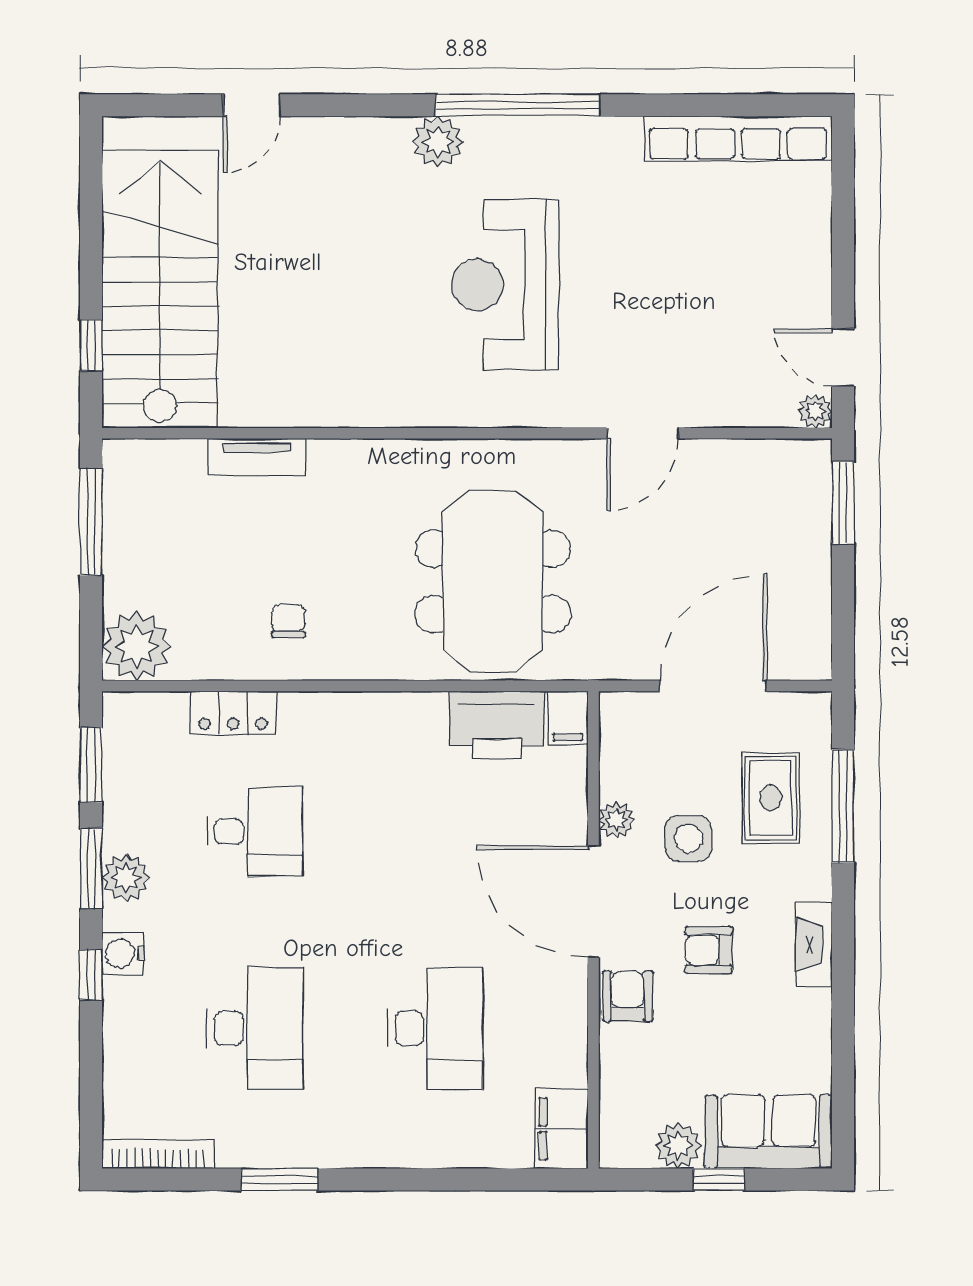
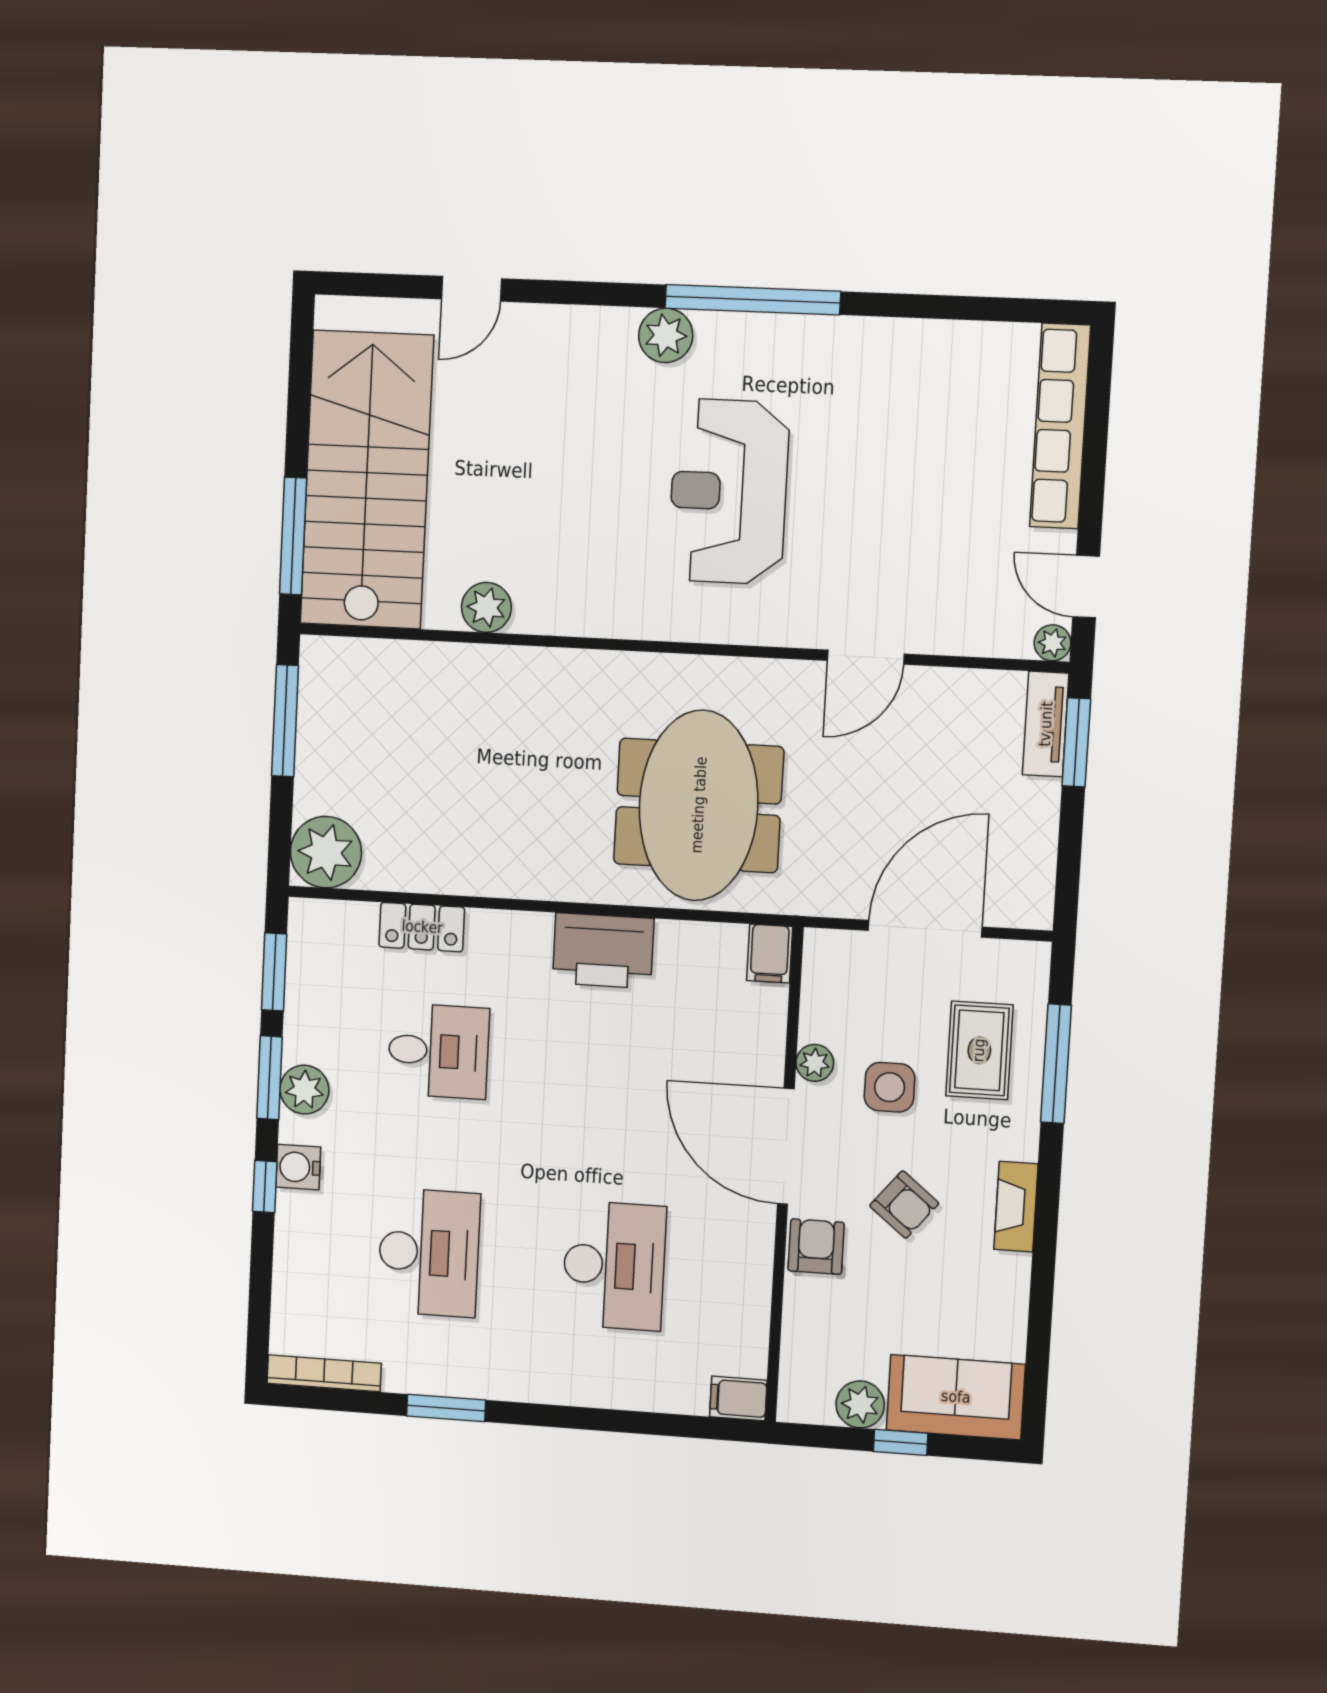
row of seats: (738, 138) -> (1060, 426), moved, turned 90
window: (91, 345) -> (293, 536), width x2.17
plant: (281, 404) -> (486, 607), added
tv unit: (257, 457) -> (1046, 724), moved, turned 90
chair: (288, 621) -> (483, 835), removed
printer: (497, 725) -> (603, 951), moved
armchair: (709, 950) -> (904, 1205), turned -141
filing cabinet: (562, 1129) -> (738, 1398), width x0.50

